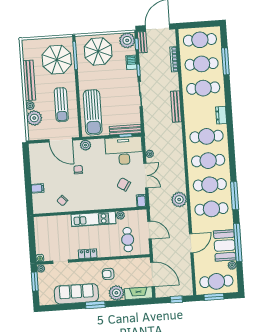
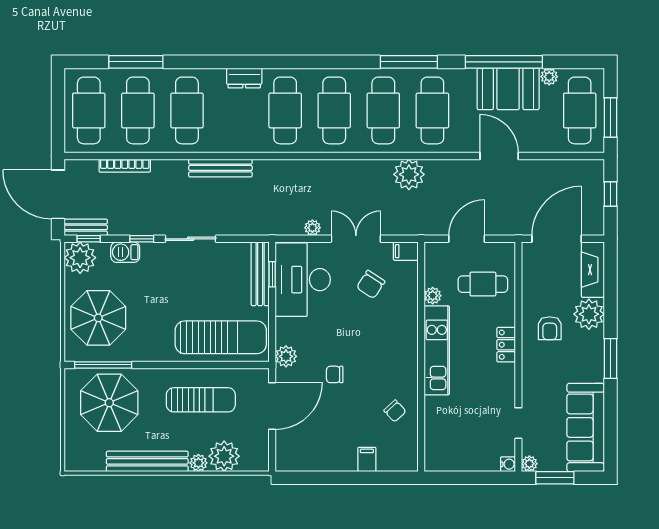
locker: (88, 254) -> (506, 345), moved
sofa: (76, 294) -> (586, 427), moved

